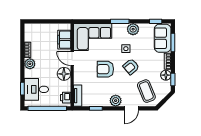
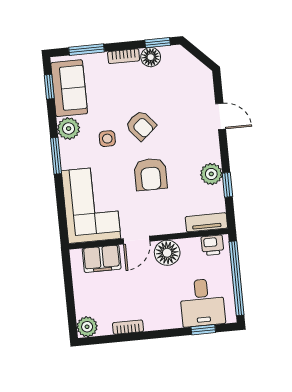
sofa: (163, 38) -> (69, 88), moved, turned -90
plant: (30, 64) -> (87, 327), moved
coffee table: (146, 91) -> (185, 91), removed
plant: (116, 101) -> (211, 174), moved

